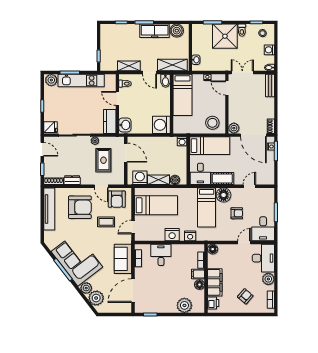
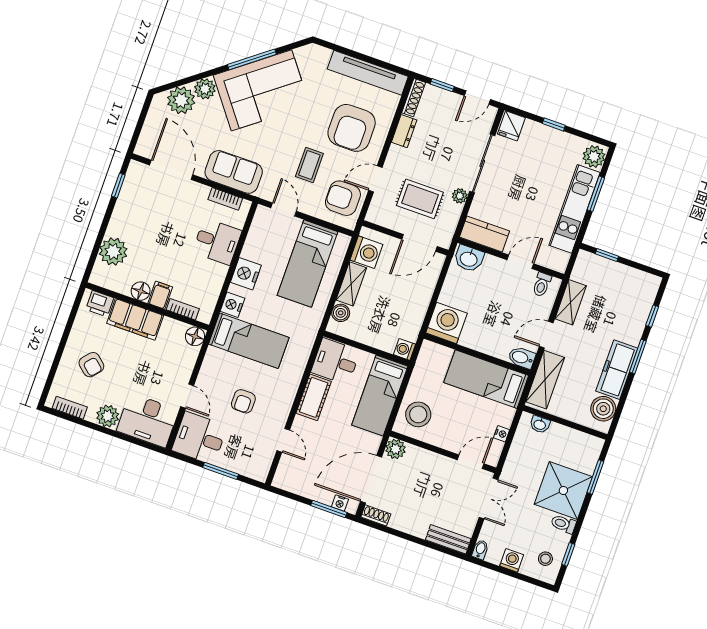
floor lamp: (224, 195) -> (284, 389), removed
bed: (207, 207) -> (249, 341), moved, turned 180

